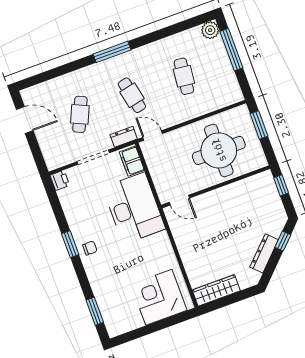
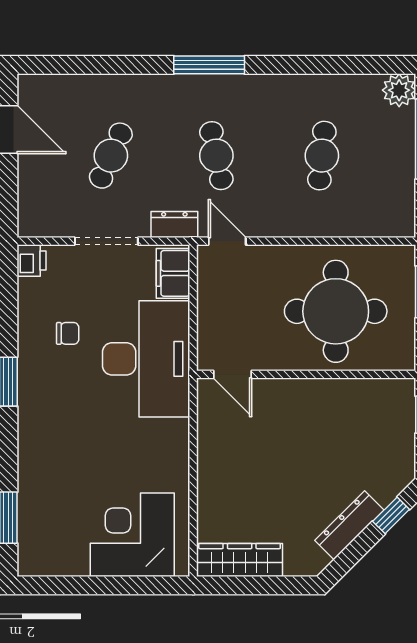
chair: (90, 248) -> (68, 333), moved

